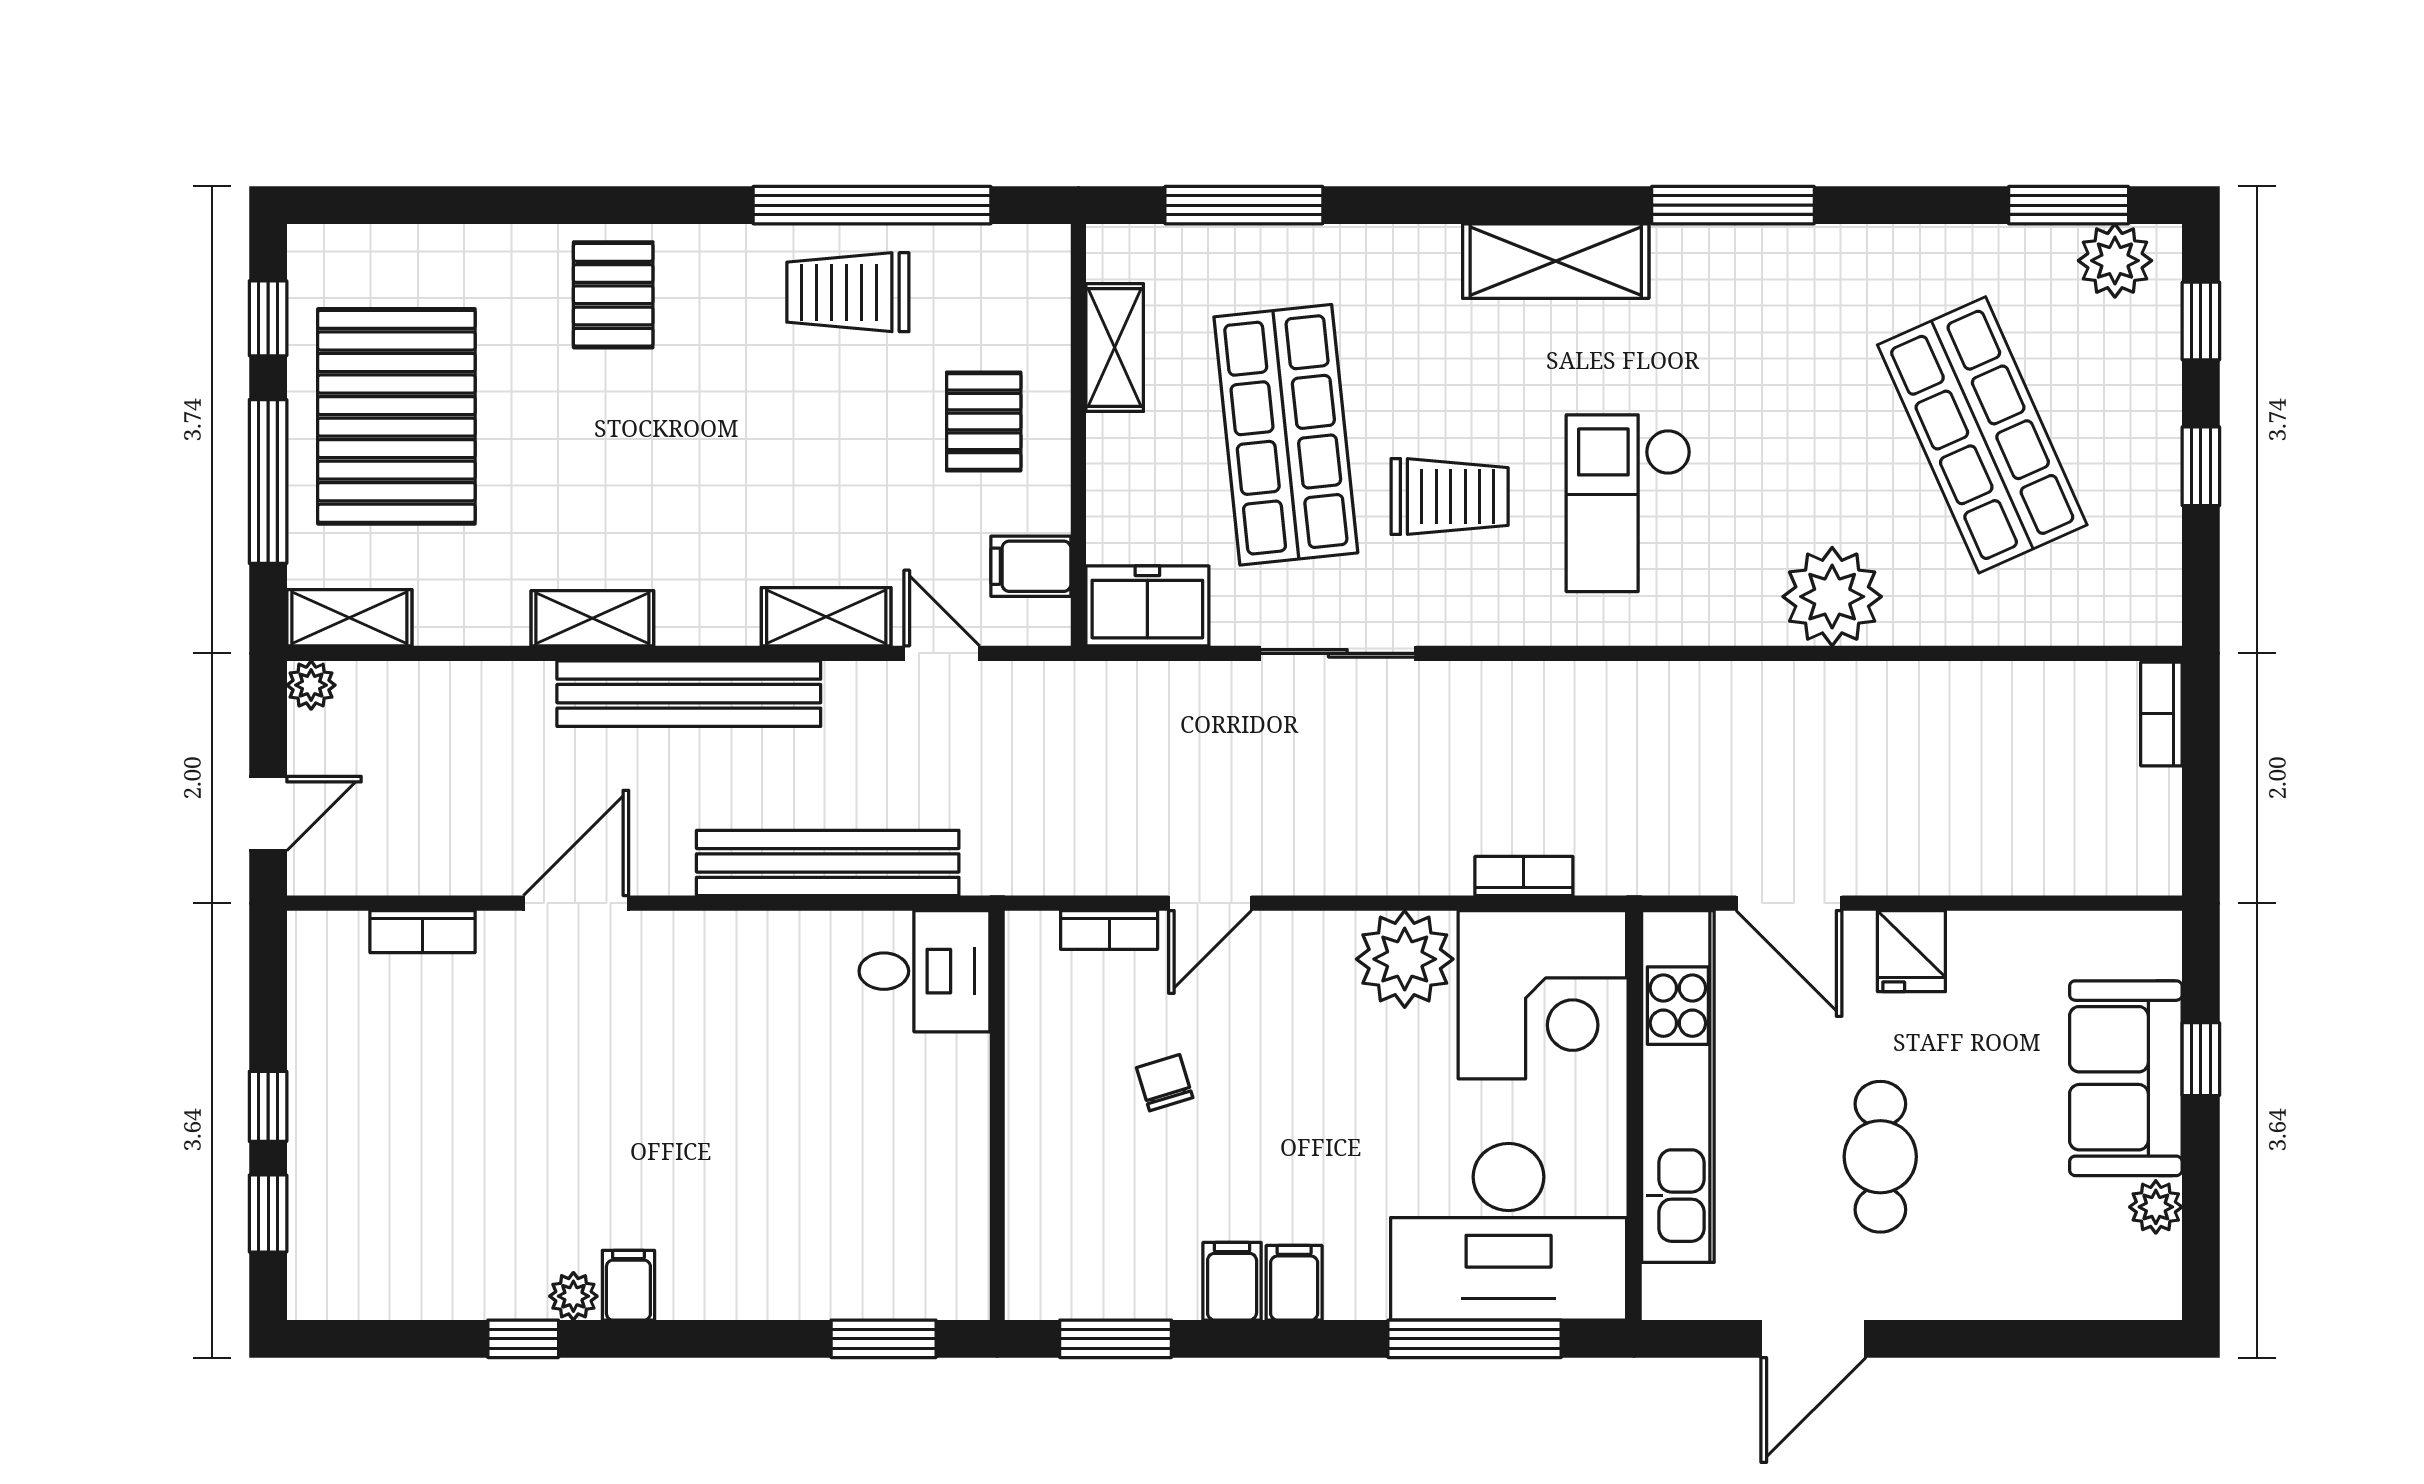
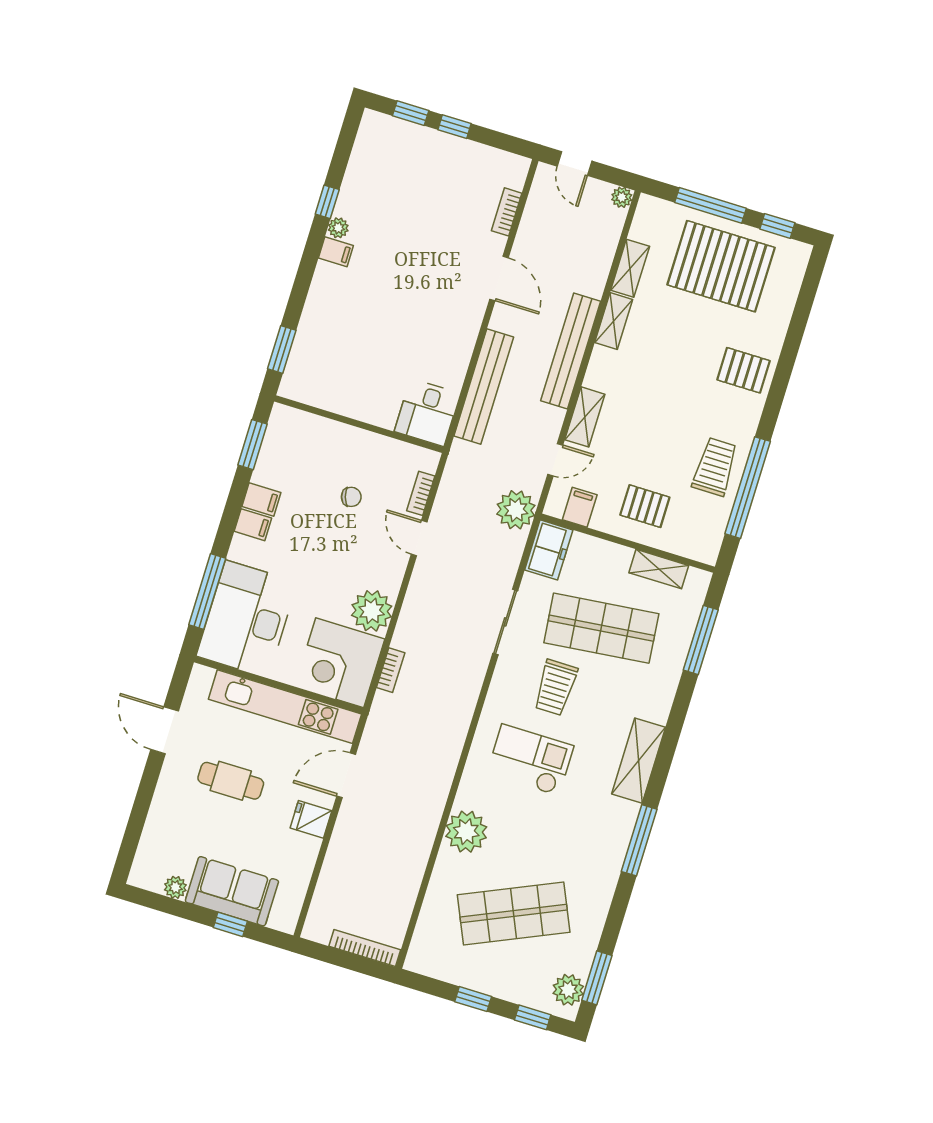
shelving: (349, 618) -> (630, 268), moved
plant: (1080, 707) -> (516, 510), added
bookcase: (2161, 714) -> (365, 948), width x1.56

